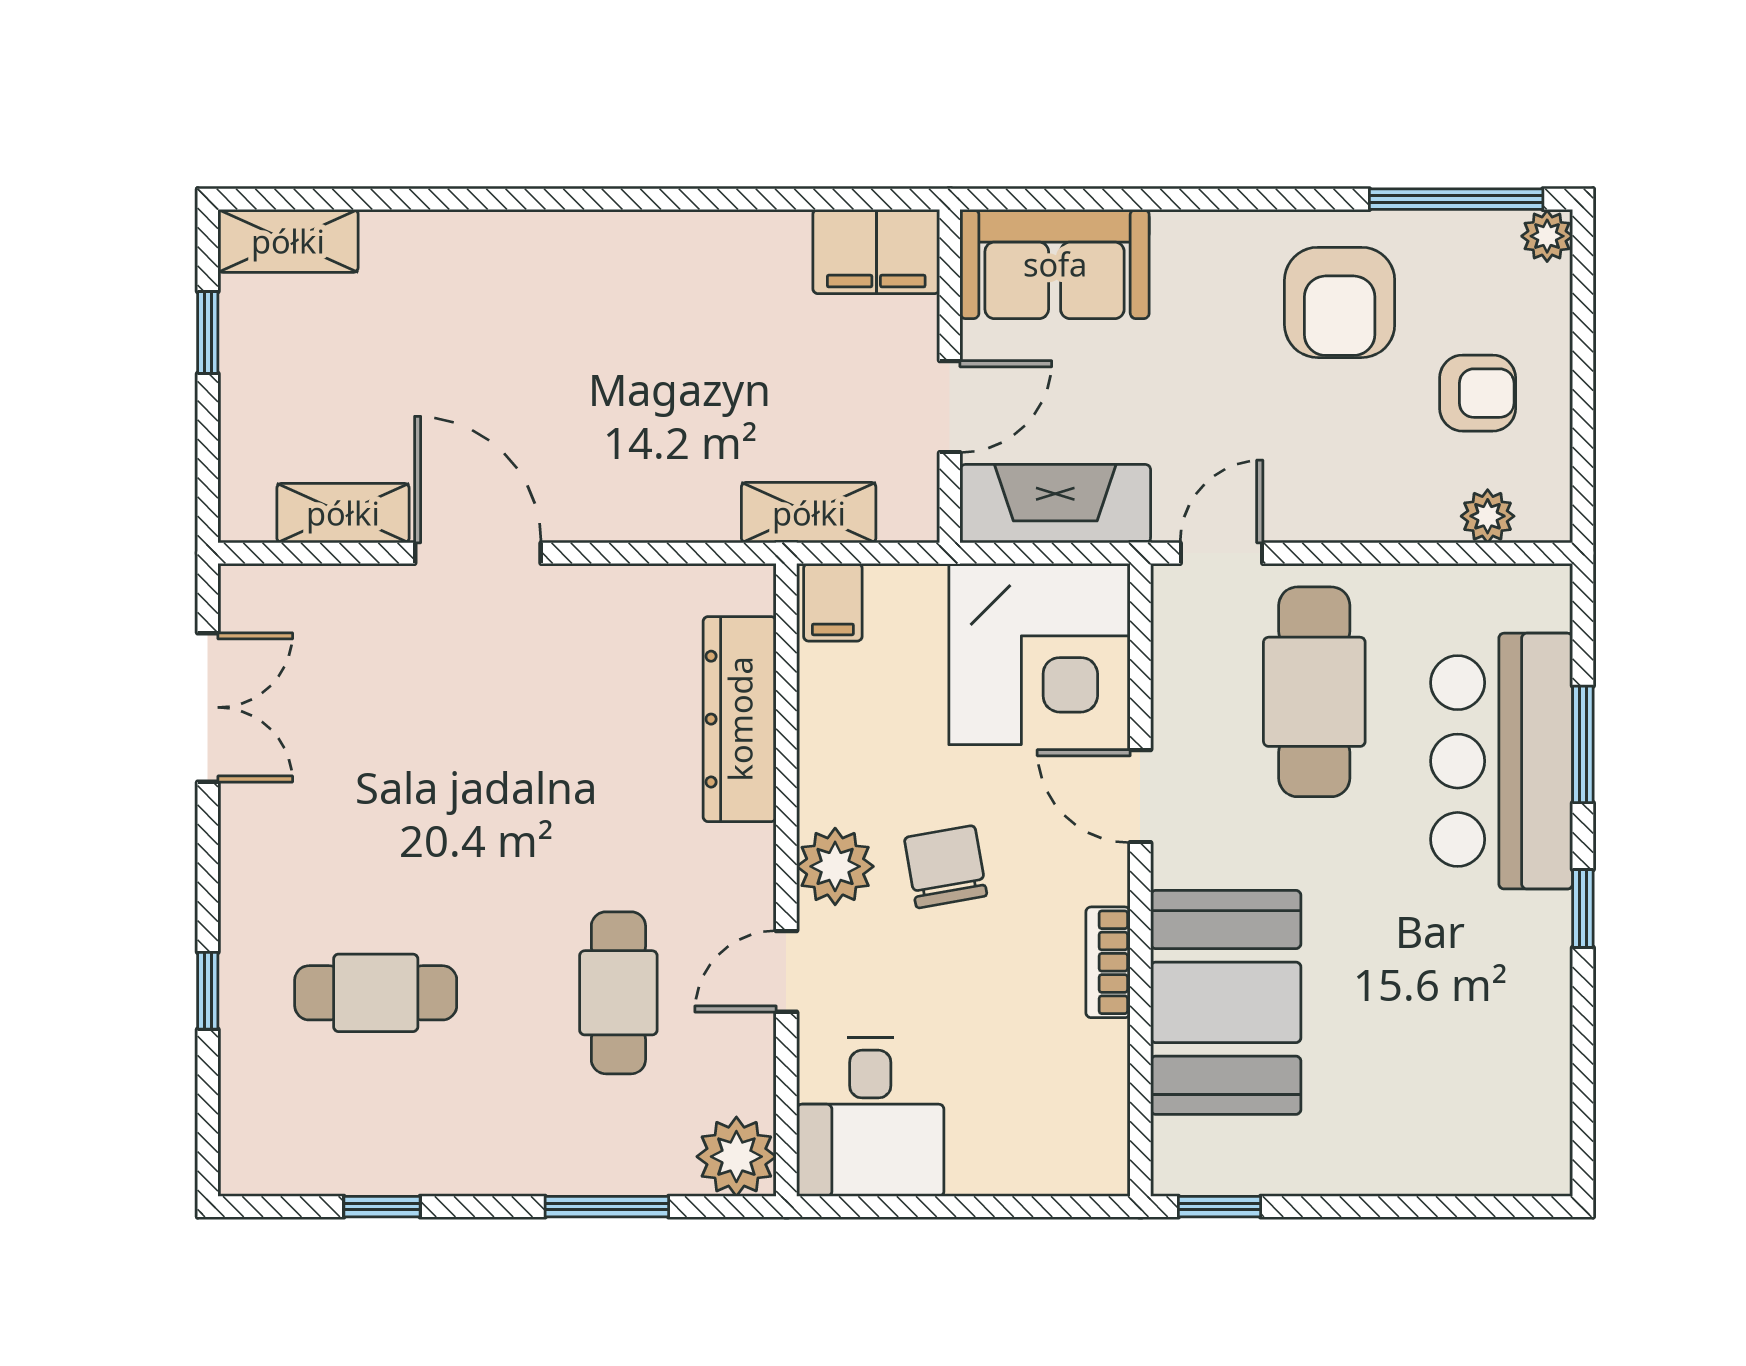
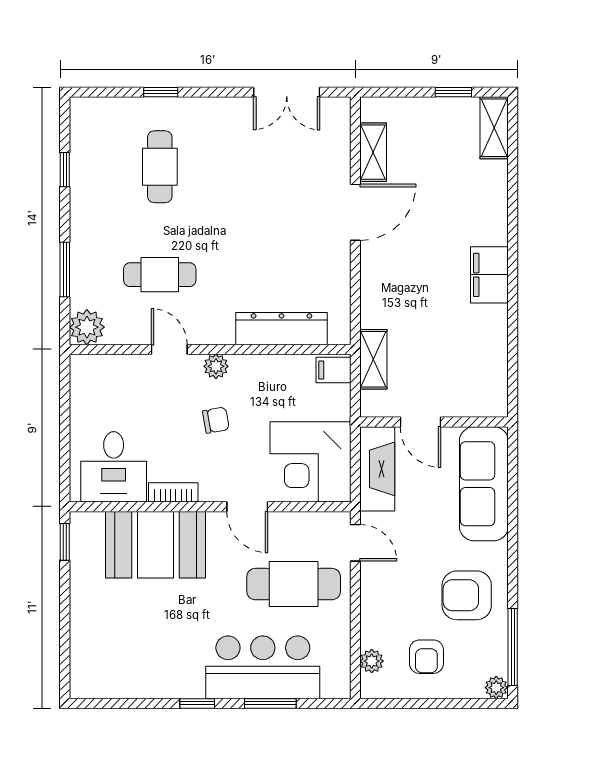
filing cabinet: (876, 251) -> (489, 275), moved
sofa: (1055, 264) -> (484, 484), width x1.36
door: (1140, 796) -> (247, 507), swing flipped
plant: (835, 866) -> (216, 366), width x0.73, depth x0.73
chair: (946, 867) -> (216, 420), width x0.73, depth x0.73
desk: (870, 1117) -> (114, 467), moved, turned -90

